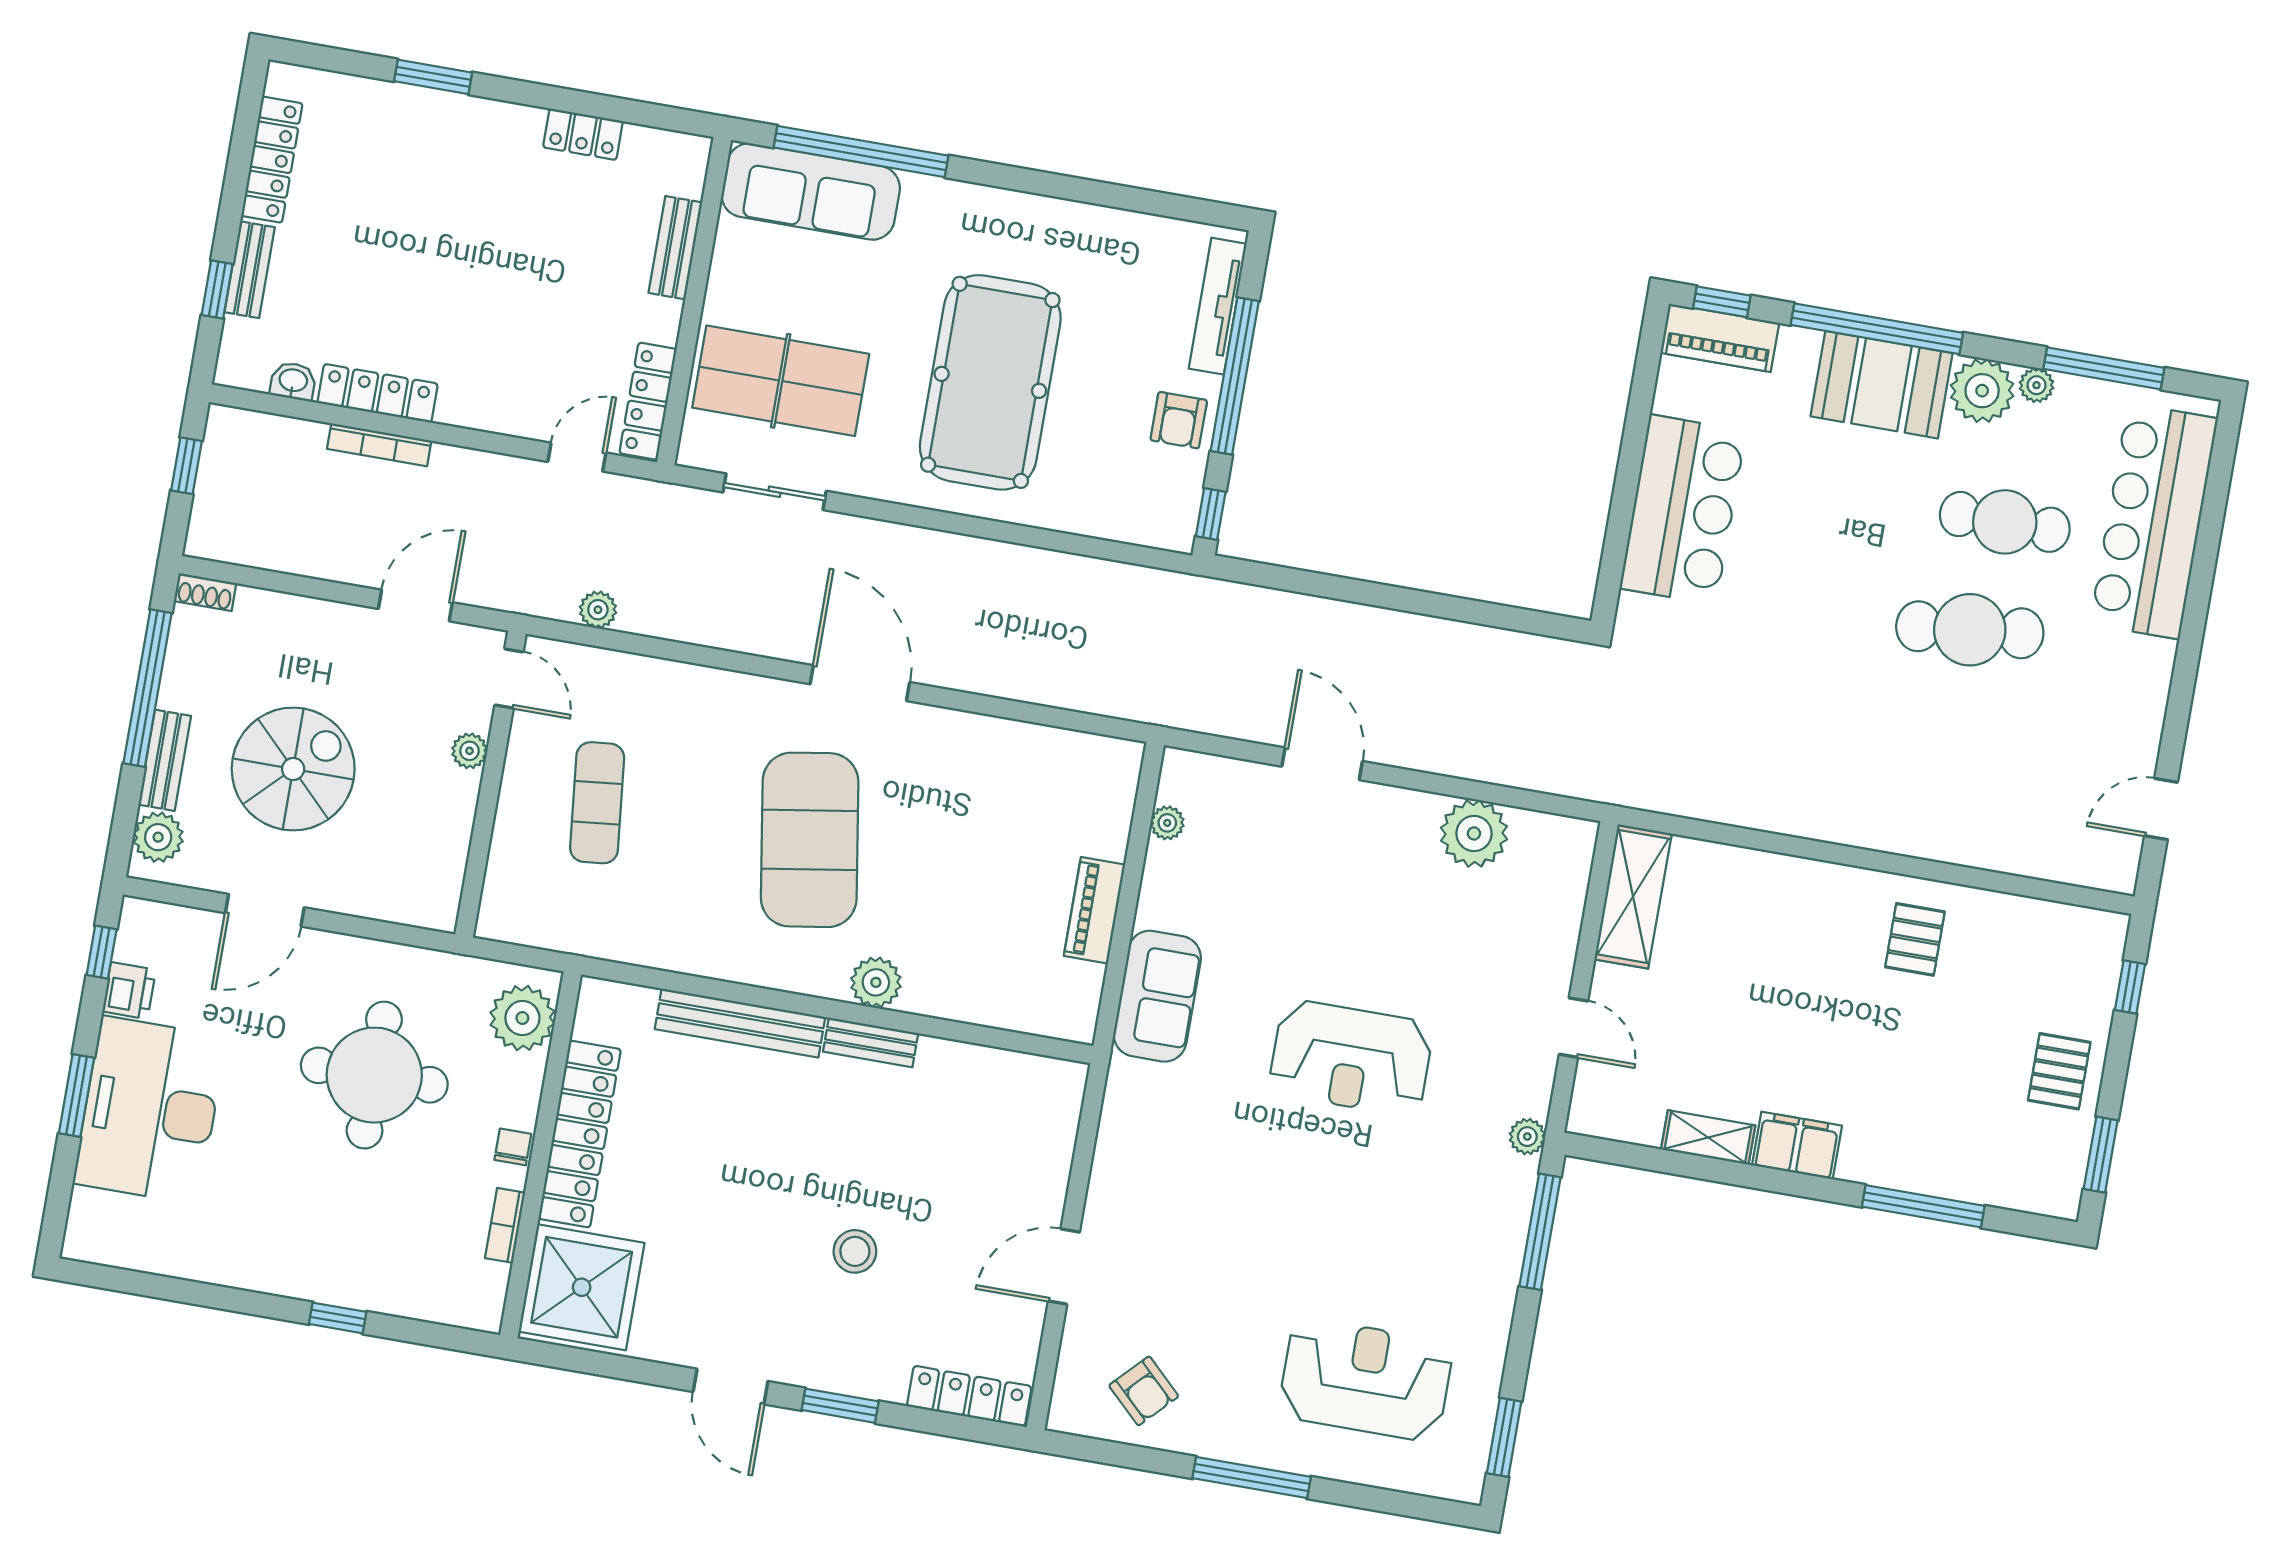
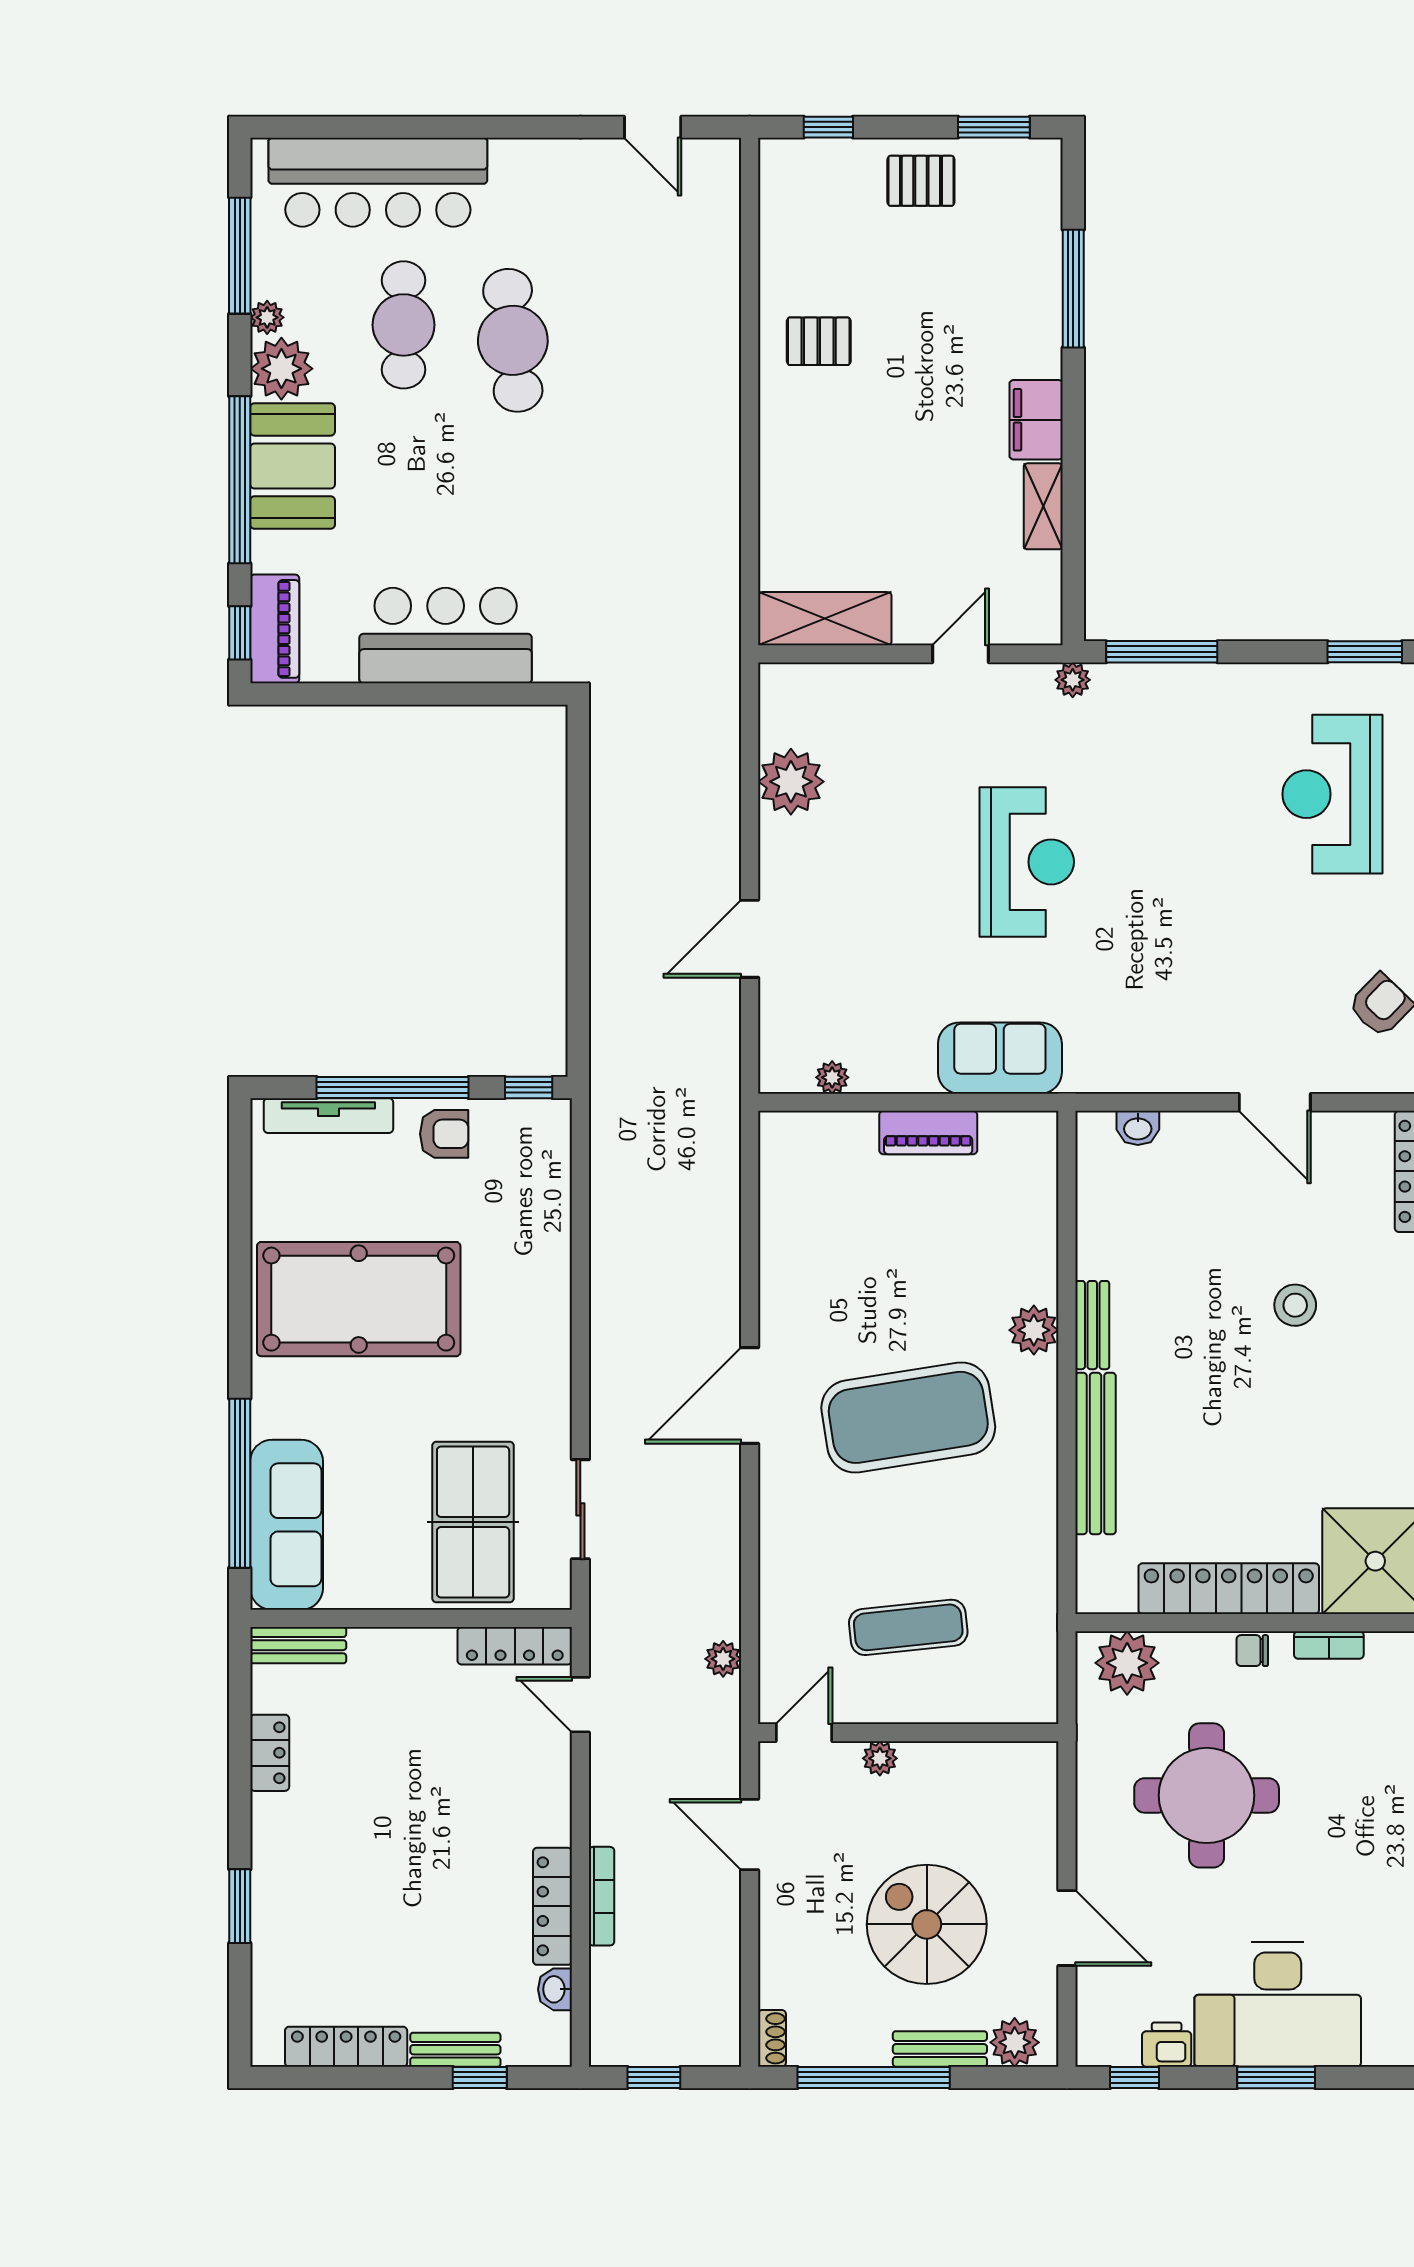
bench: (675, 248) -> (298, 1645), moved
pool table: (990, 382) -> (359, 1299), moved
washbasin: (1062, 1123) -> (1138, 1128), added

